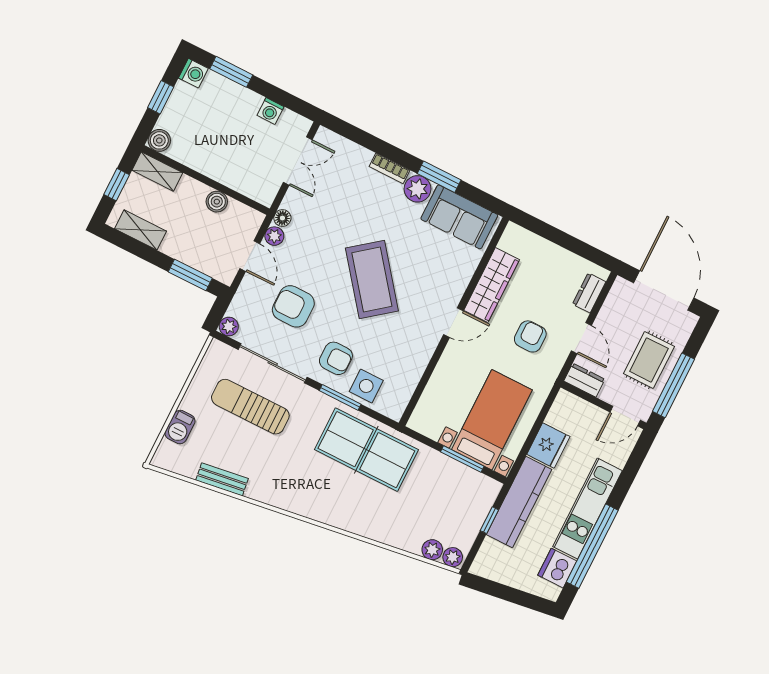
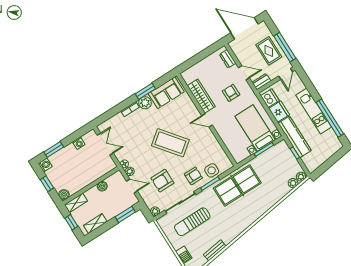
door: (453, 323) -> (207, 120), swing flipped
dishwasher: (557, 568) -> (270, 98), moved, turned 180

